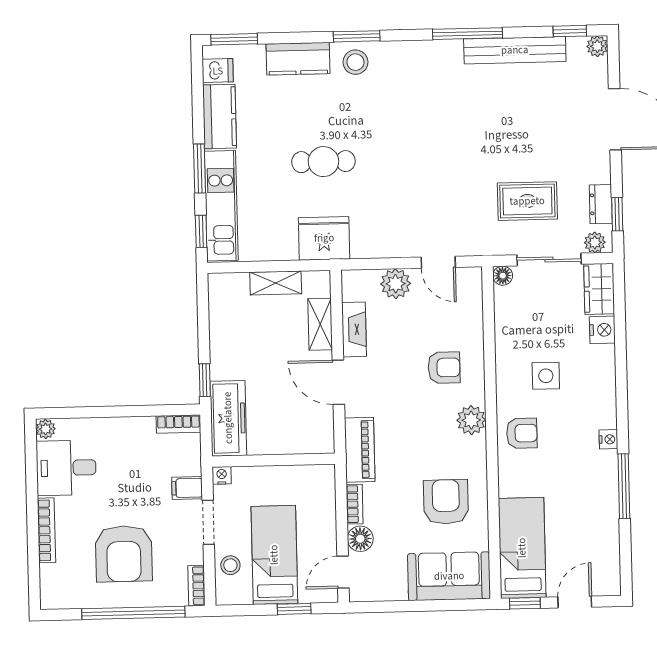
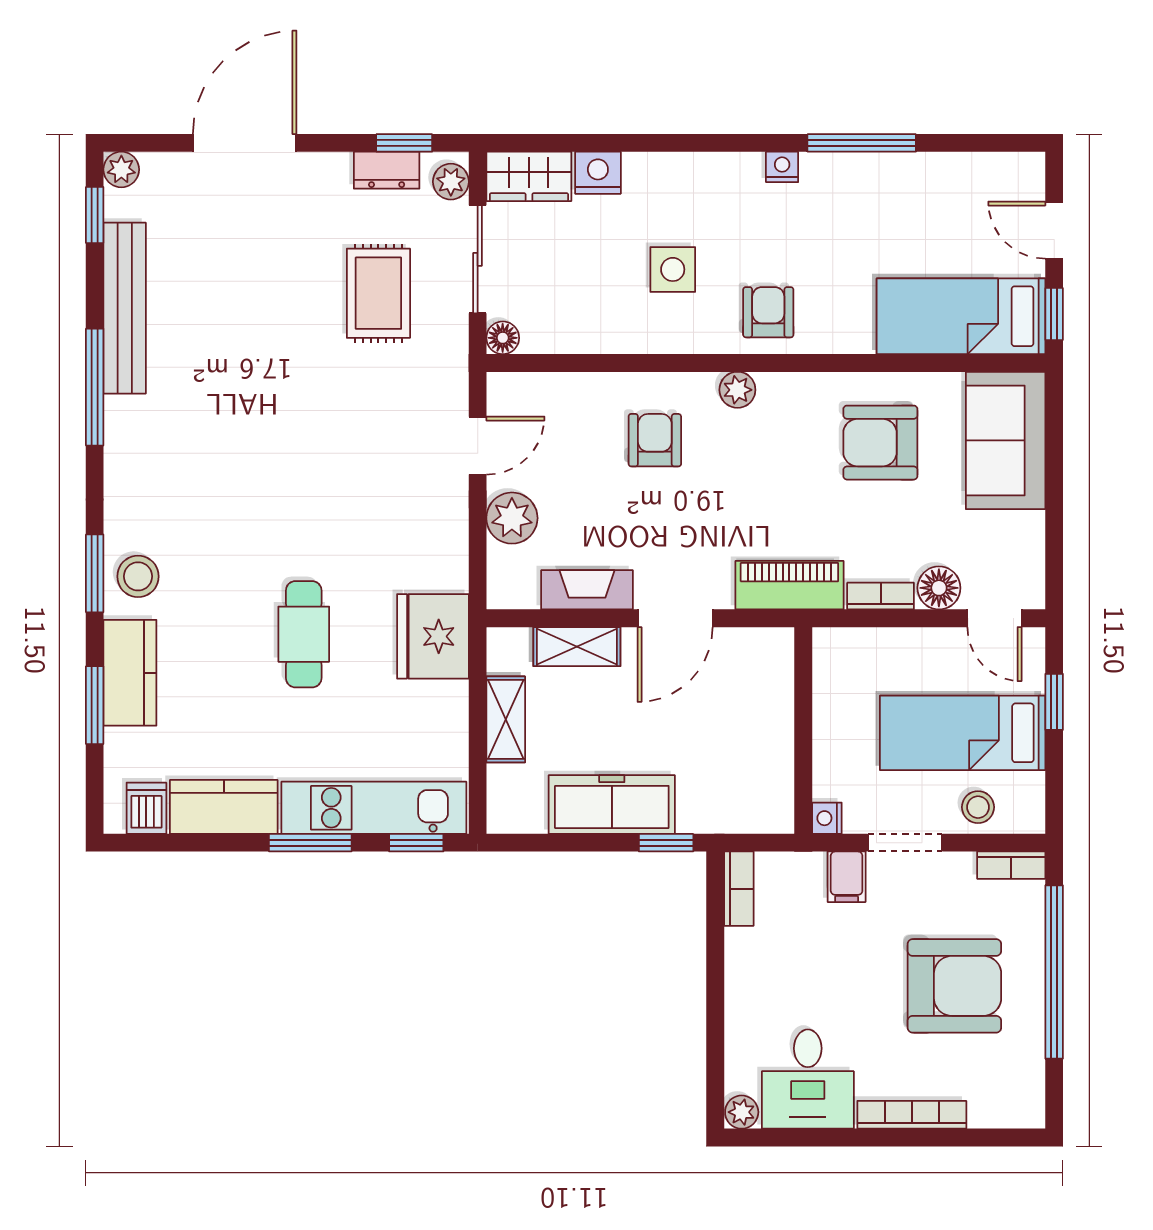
window: (234, 39) -> (95, 705), moved
freezer: (228, 418) -> (612, 805), moved
plant: (471, 420) -> (737, 390), width x0.73, depth x0.73

